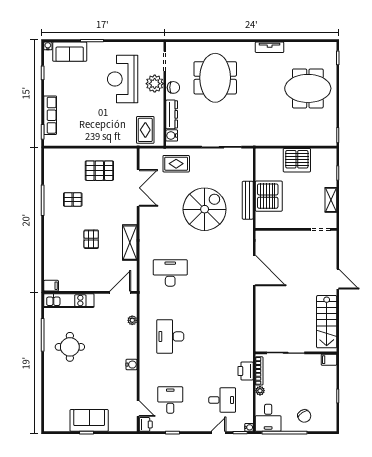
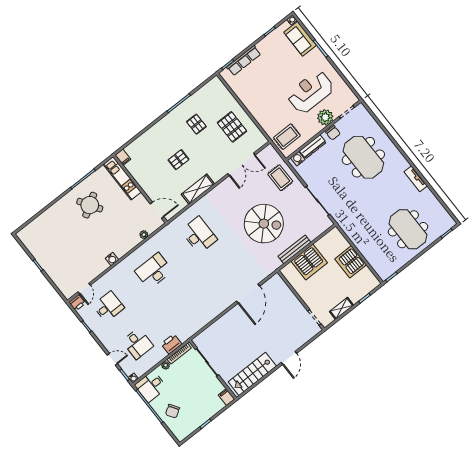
meeting table: (215, 78) -> (363, 157), turned 90
round table: (70, 347) -> (90, 205), turned -32
sofa: (89, 420) -> (48, 260), removed

